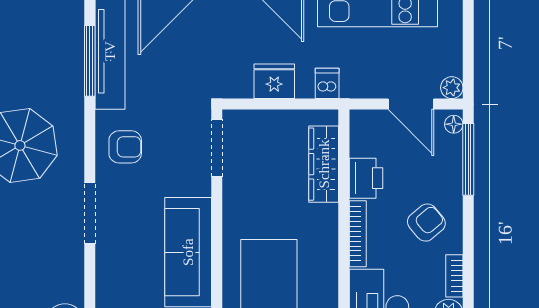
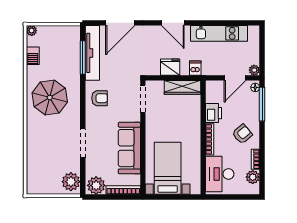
door: (411, 104) -> (235, 78), hinge flipped
wardrobe: (324, 164) -> (182, 87), moved, turned -90
doorway: (90, 213) -> (83, 143), moved

